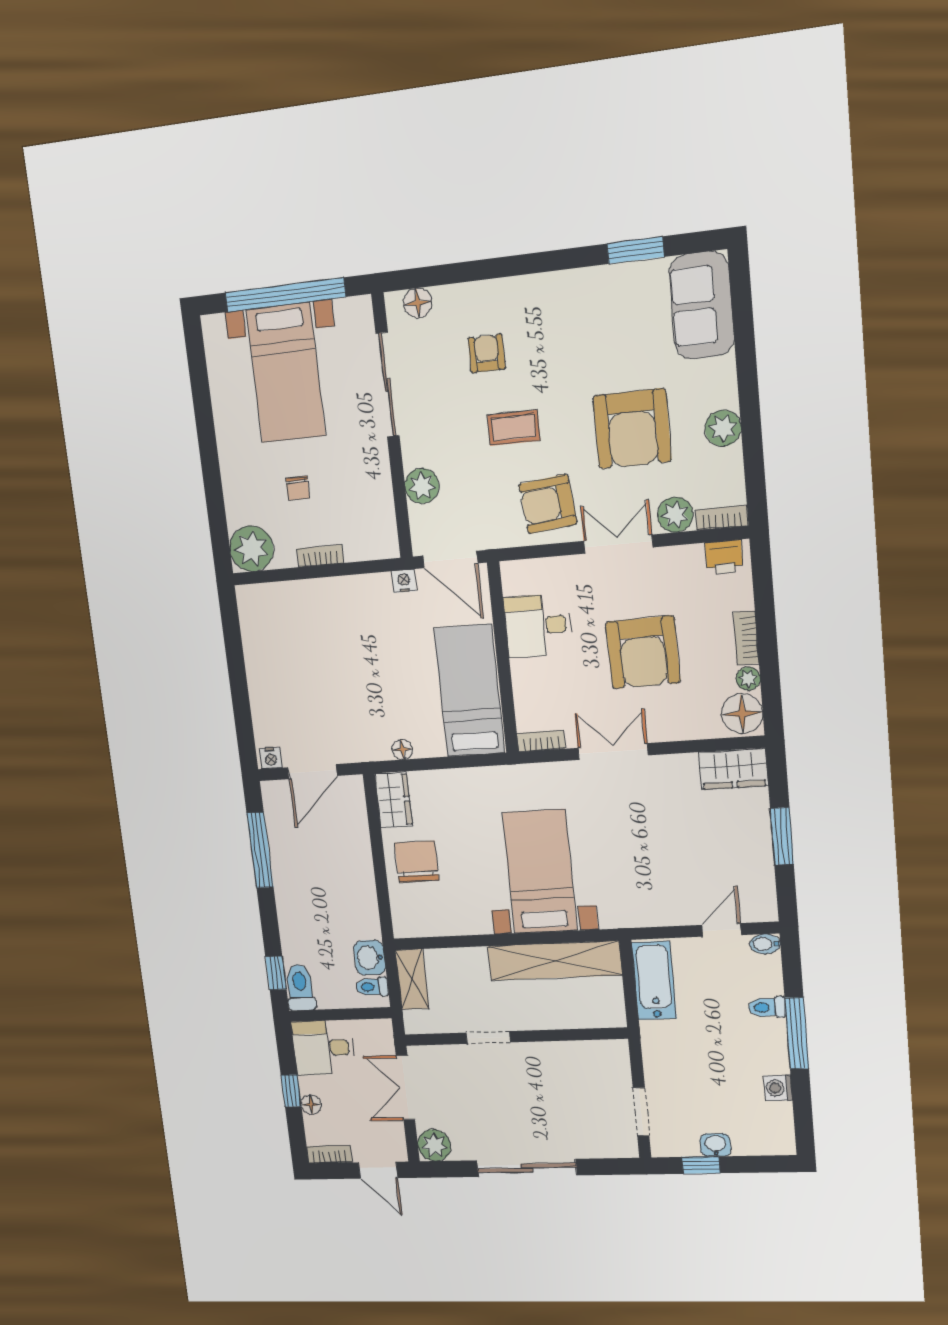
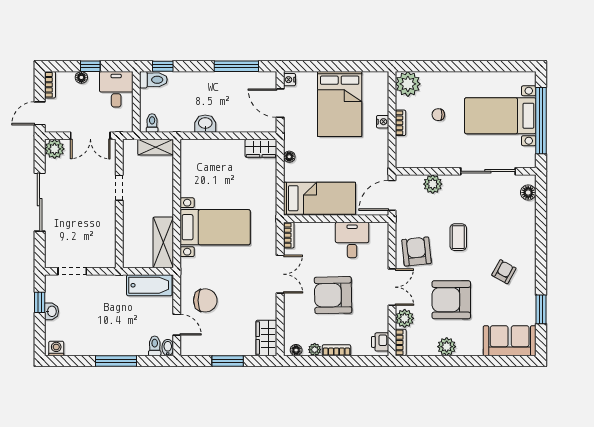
armchair: (487, 353) -> (504, 272), moved, turned -61
nightstand: (404, 581) -> (383, 122), moved
bed: (301, 667) -> (340, 104), added
floor lamp: (742, 714) -> (296, 350), width x0.53, depth x0.53
chair: (417, 862) -> (205, 300), moved
washbasin: (370, 958) -> (205, 124), moved
shelving: (555, 961) -> (163, 242), width x0.68
toilet: (767, 1007) -> (155, 346), moved
double door: (405, 1088) -> (90, 136), swing flipped
washing machine: (778, 1088) -> (56, 348), moved

